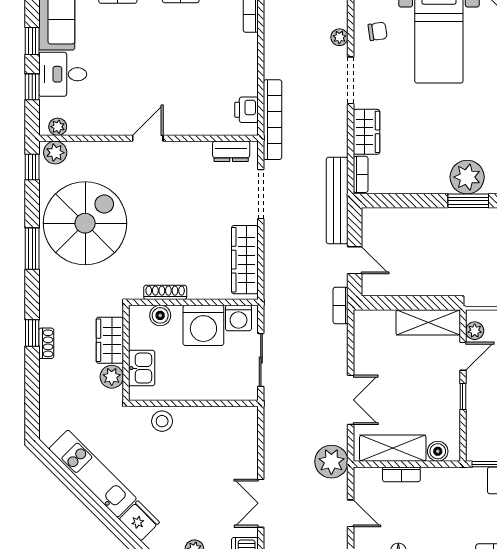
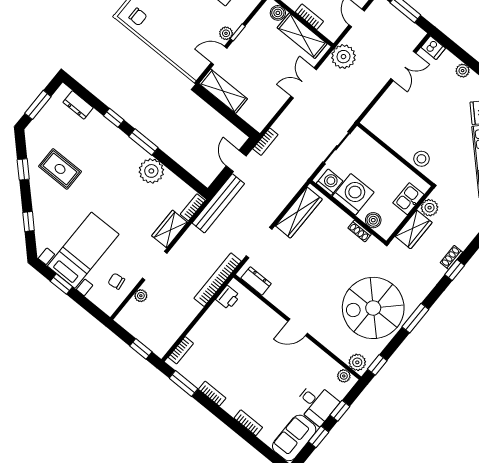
plant: (467, 177) -> (151, 171), moved
shoe rack: (165, 292) -> (360, 231), width x0.70
plant: (475, 331) -> (226, 33), moved

